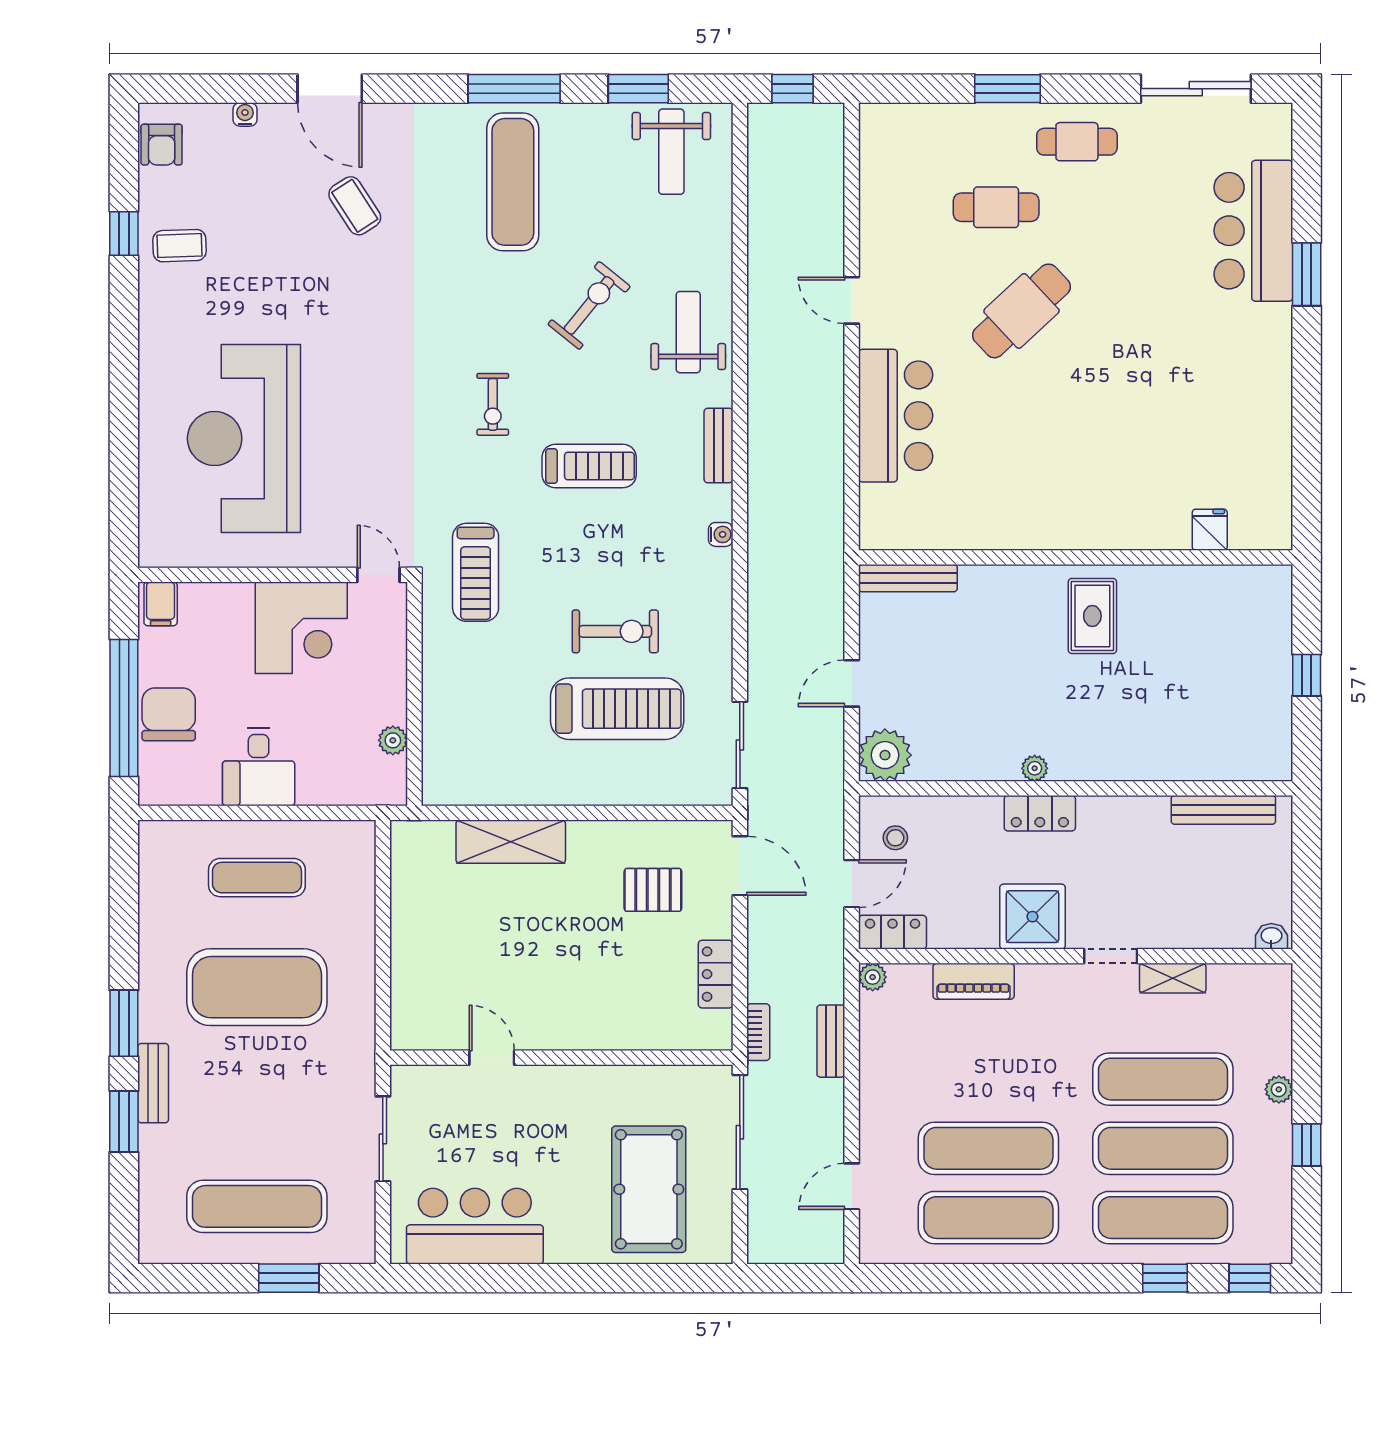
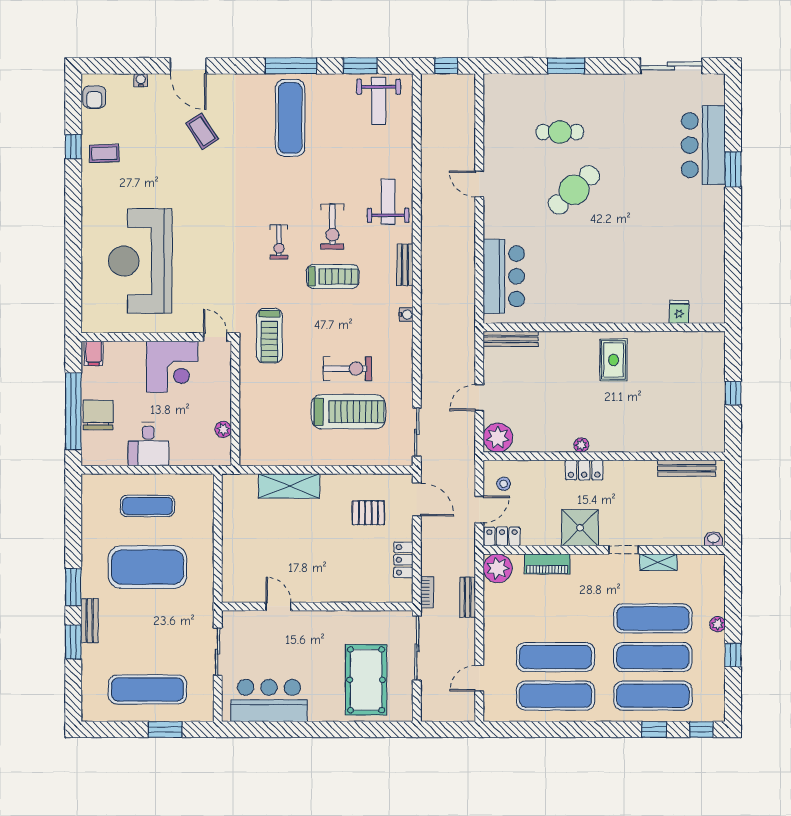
cafe table: (1077, 142) -> (605, 95), removed
exercise bike: (589, 305) -> (332, 227), moved, turned 141
bar counter: (896, 416) -> (504, 276), moved
plant: (873, 977) -> (498, 568), width x1.87, depth x1.87

